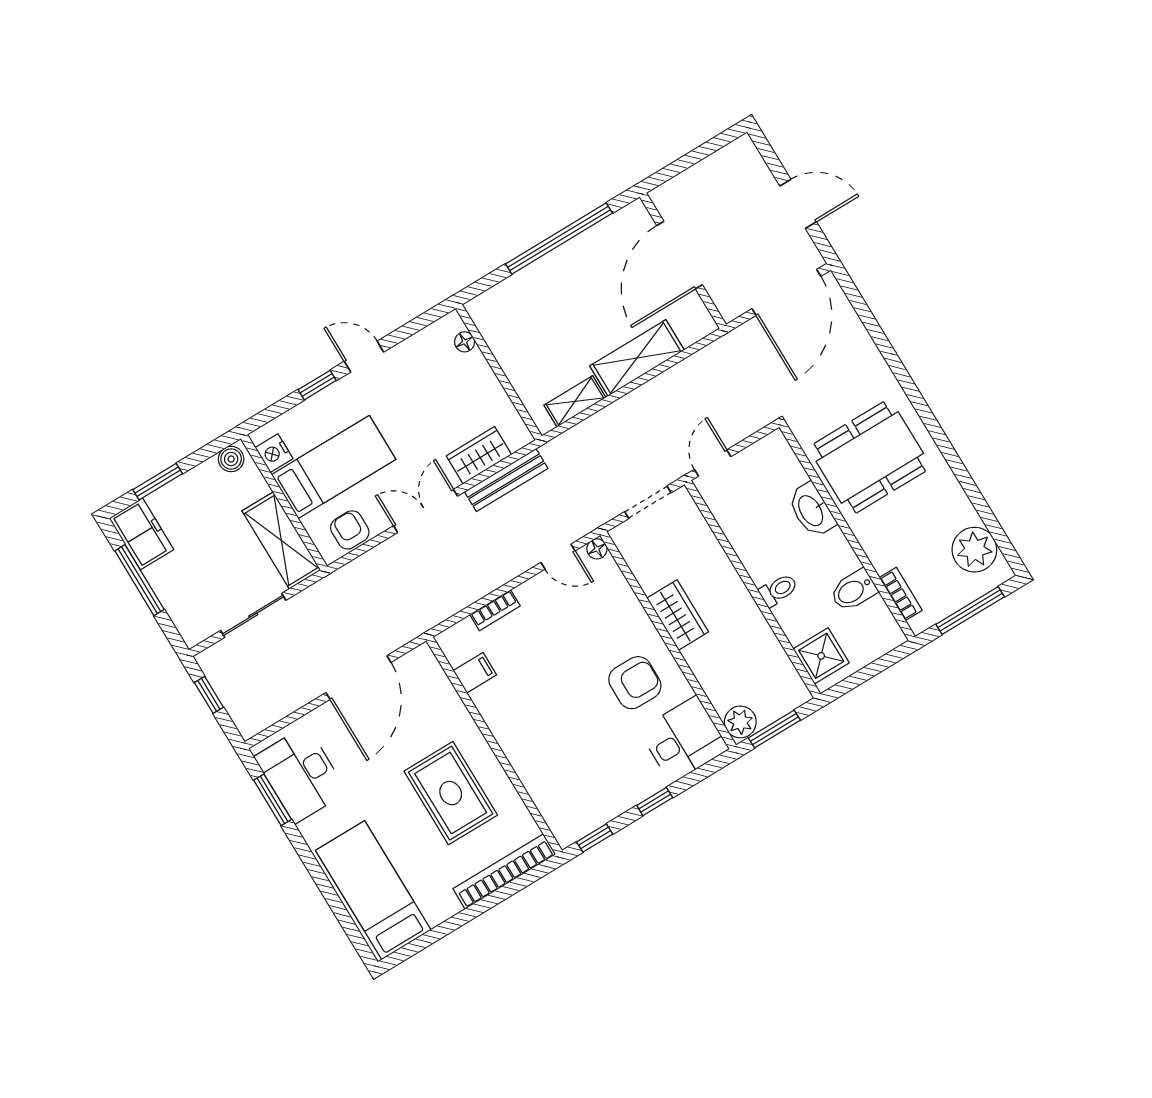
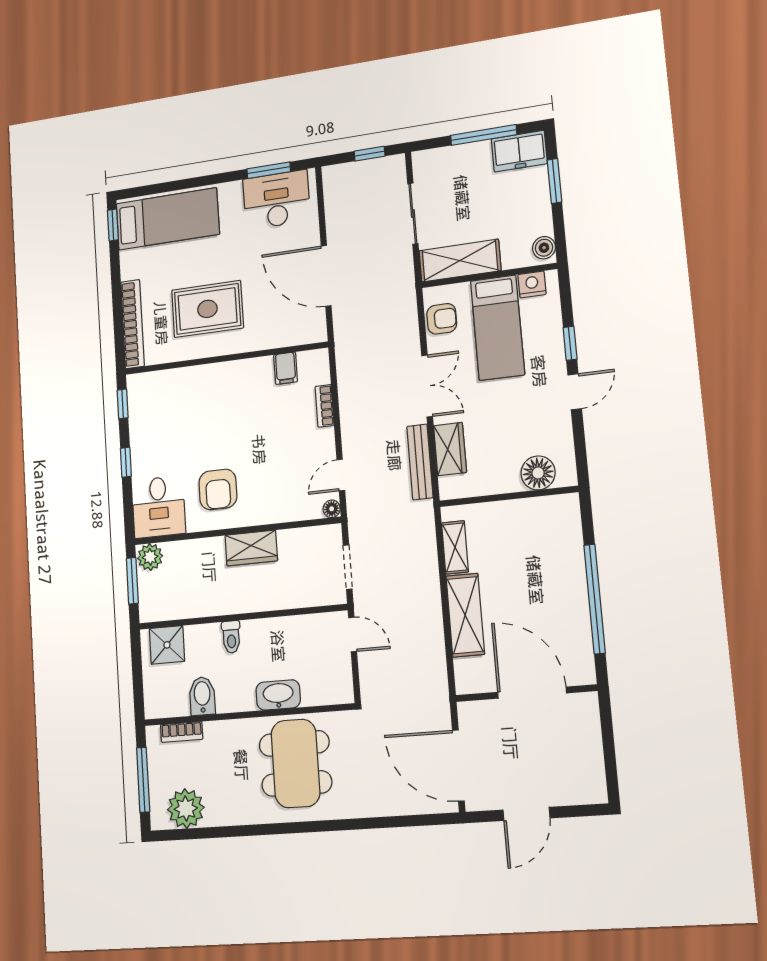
floor lamp: (465, 342) -> (538, 473), width x1.89, depth x1.89
window: (407, 952) -> (113, 225), added

